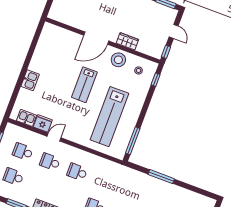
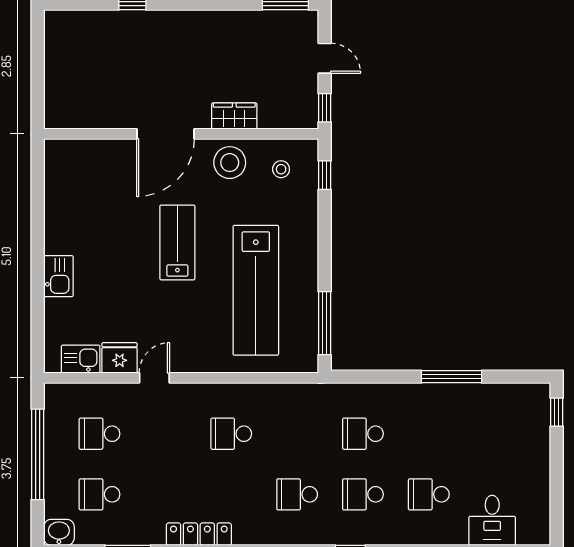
lab bench: (84, 85) -> (177, 242), turned 180
school desk: (50, 162) -> (363, 434), moved
window: (161, 177) -> (451, 377), moved

